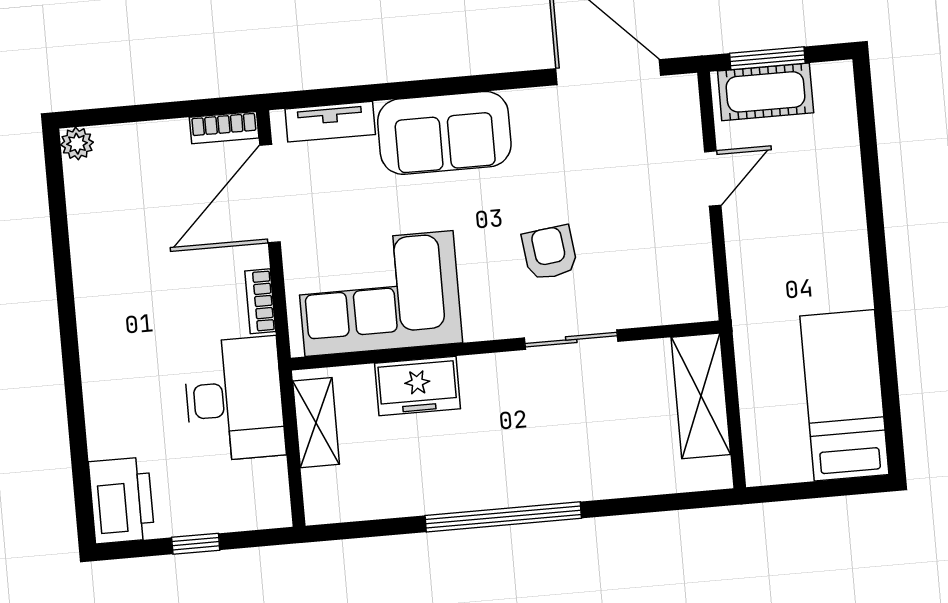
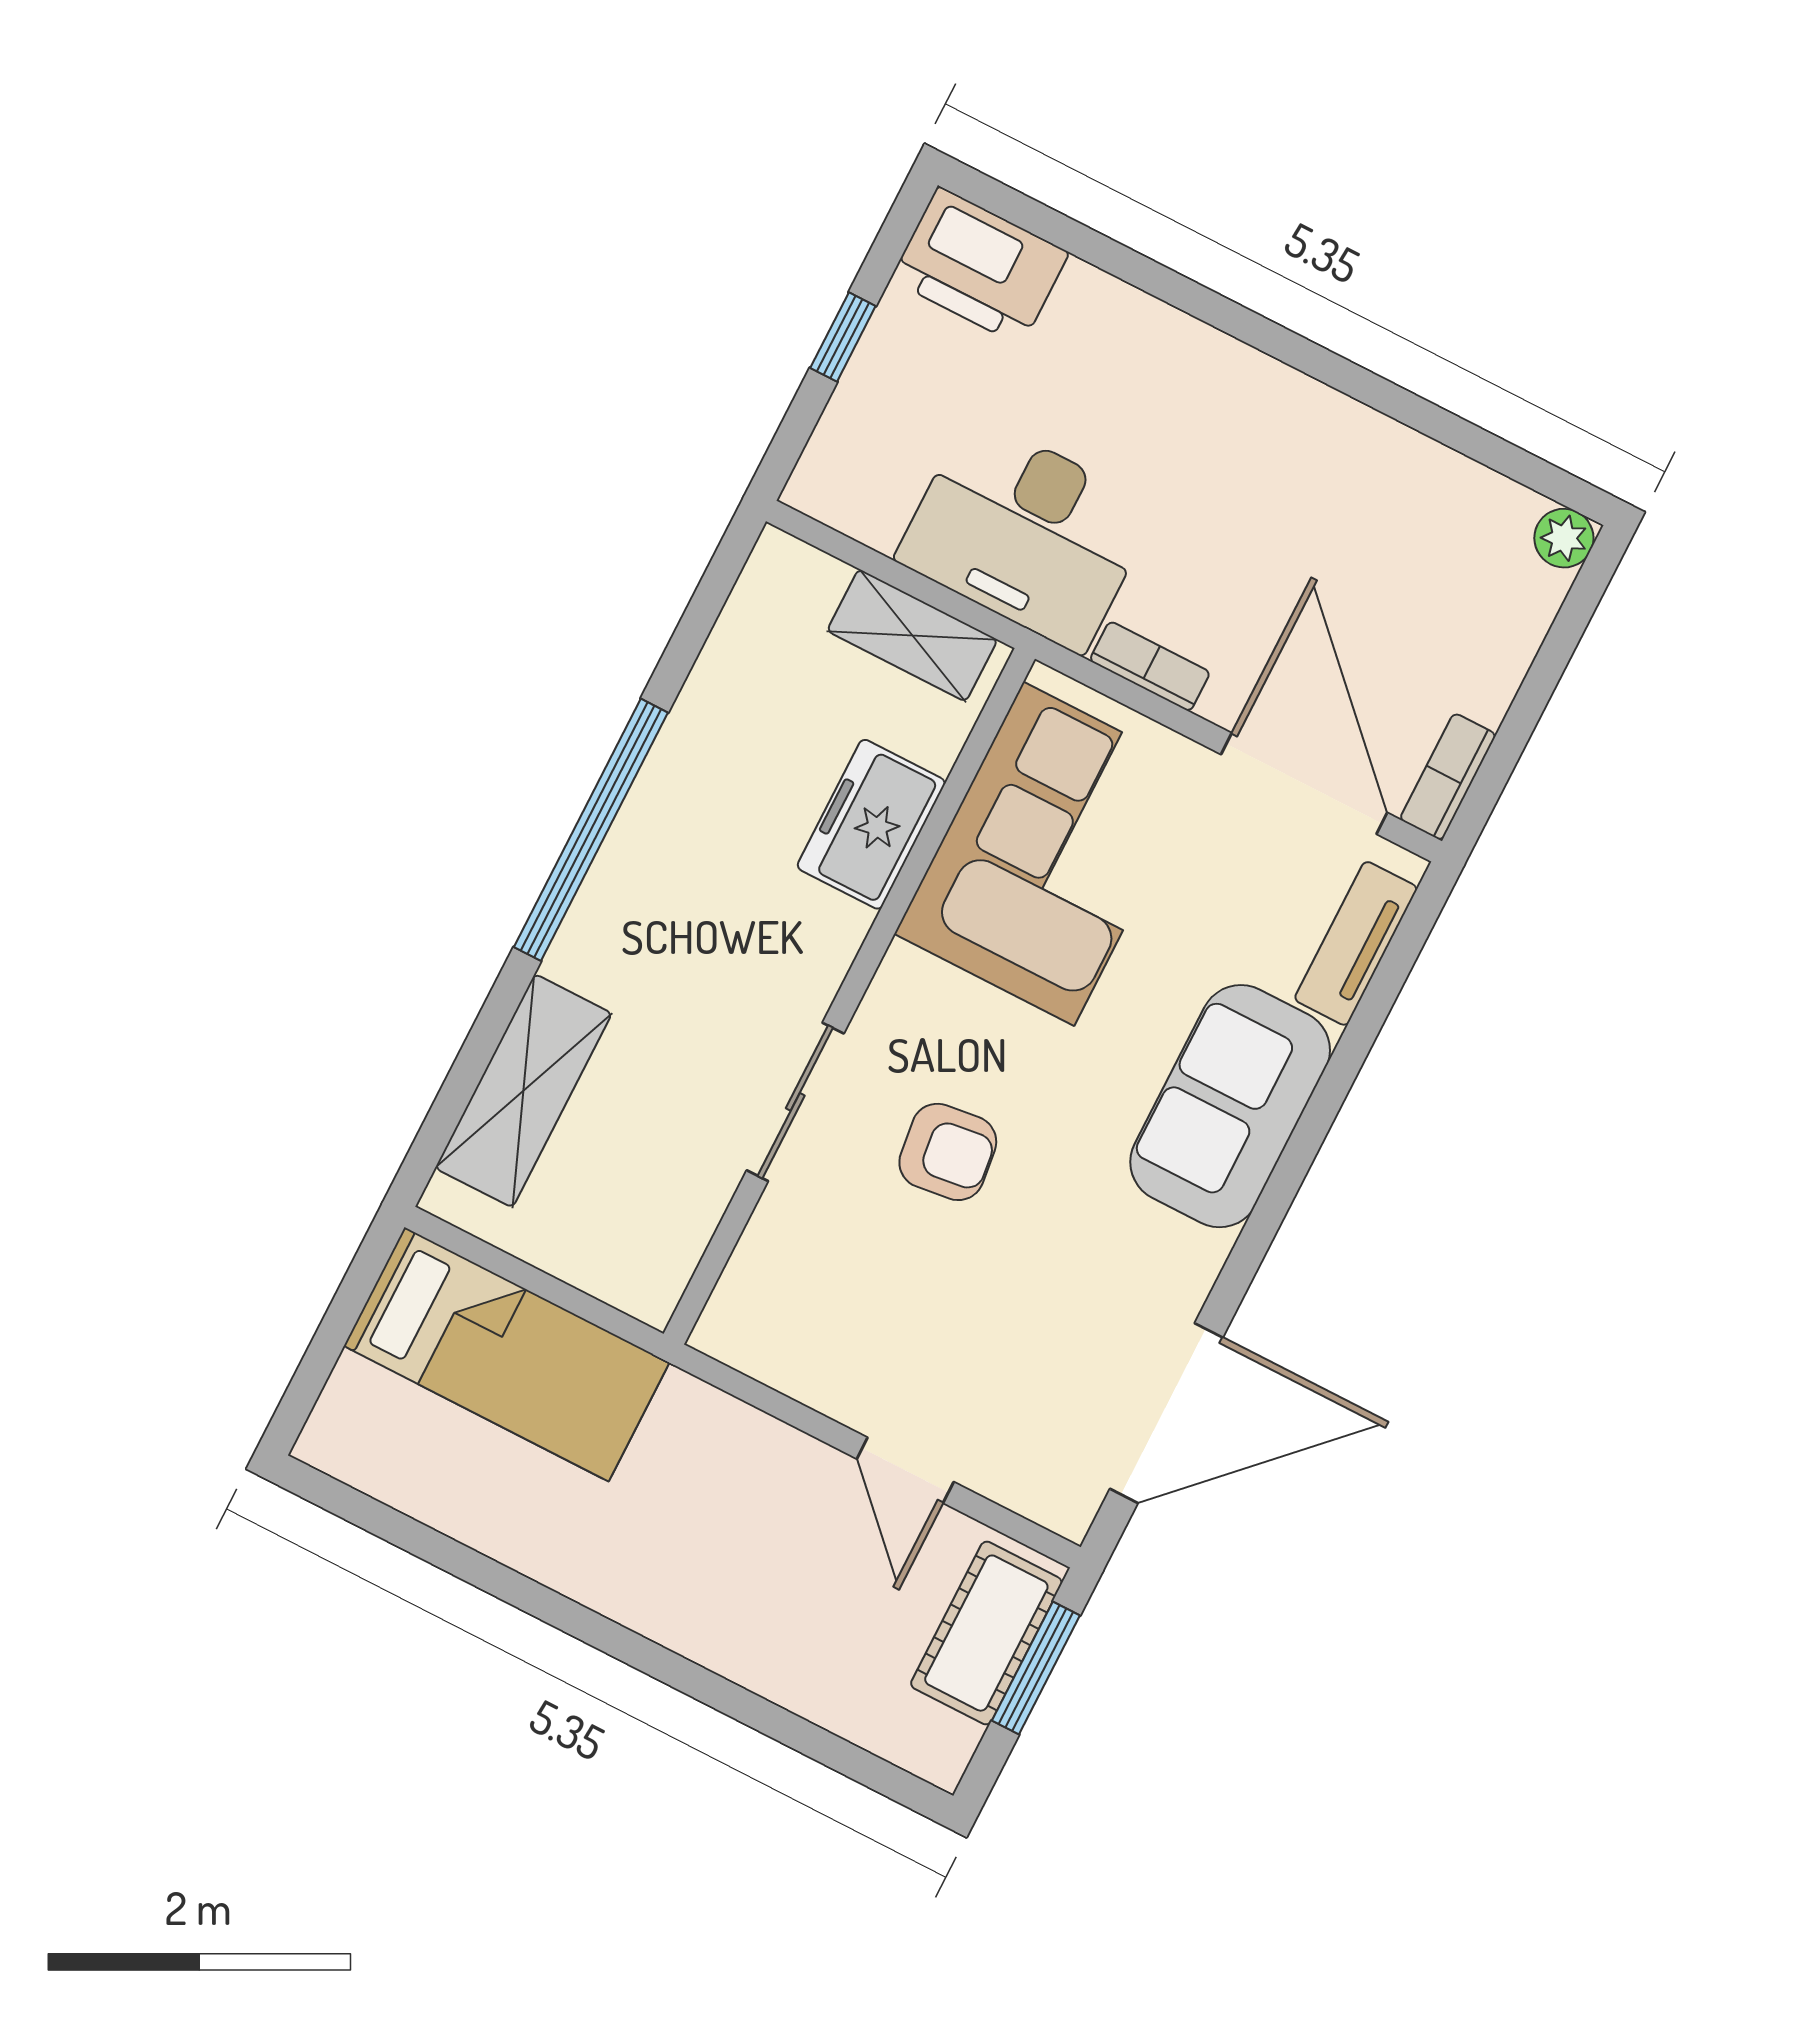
bed: (844, 395) -> (507, 1354), moved
shelving: (701, 396) -> (523, 1091), moved, turned 90

